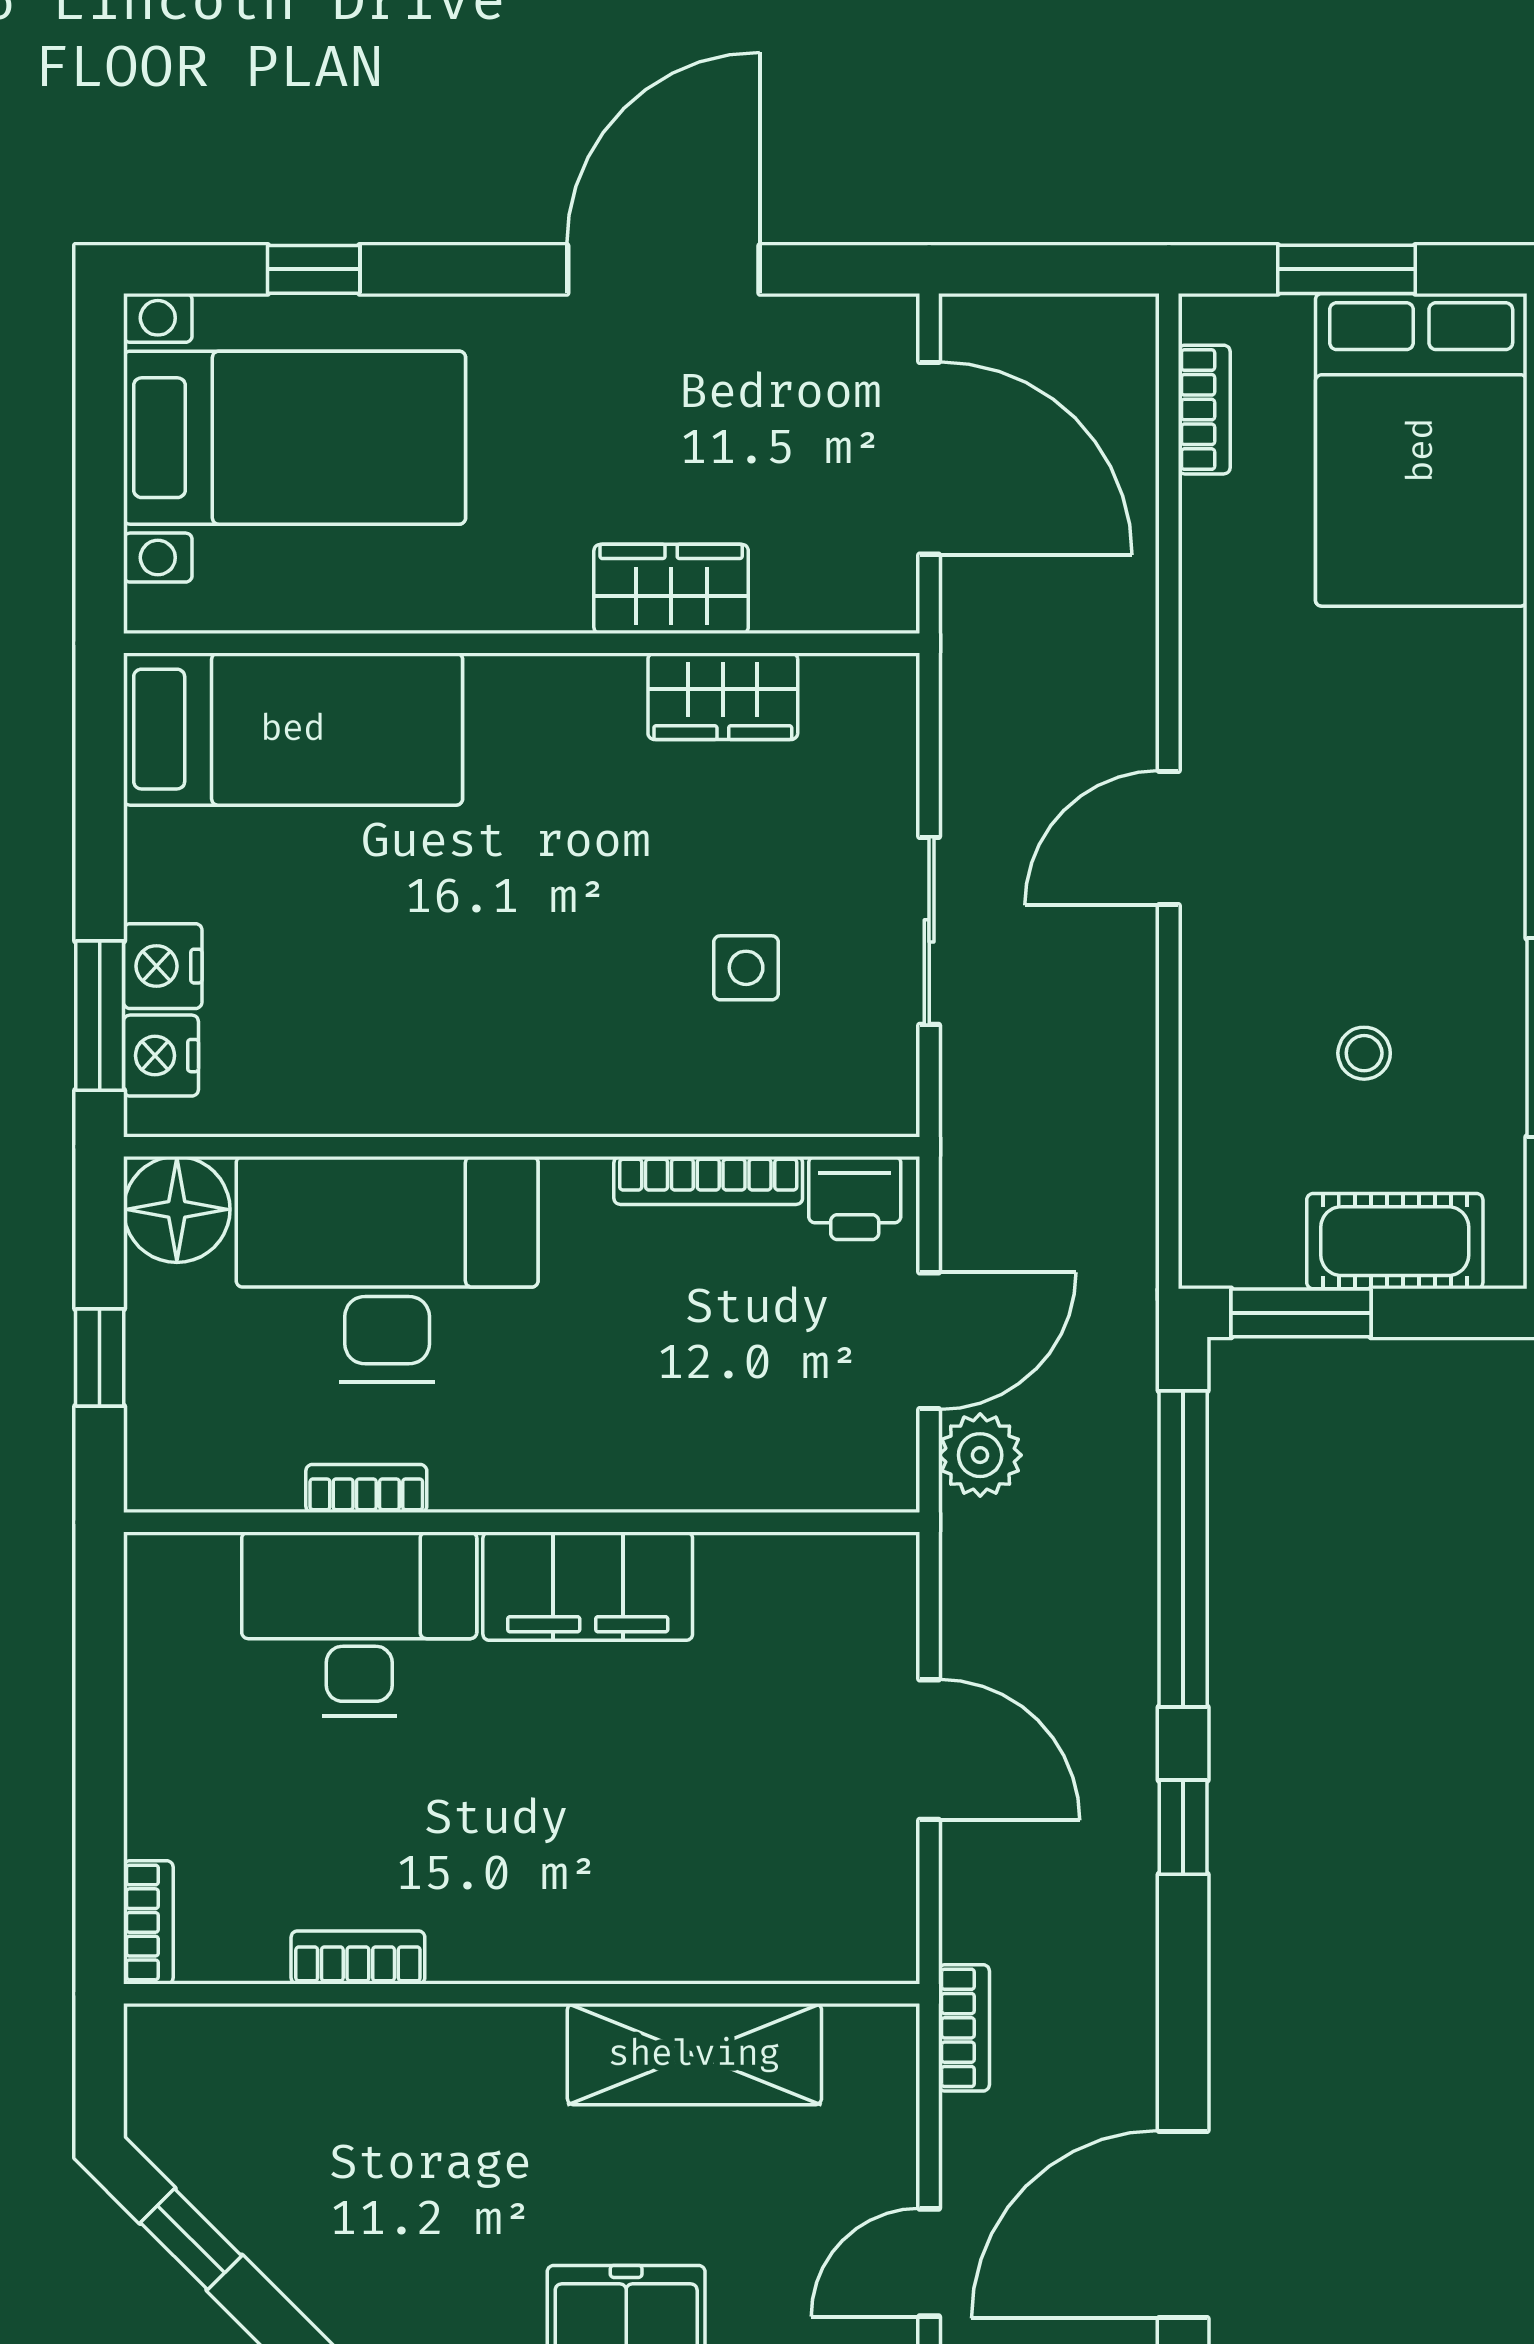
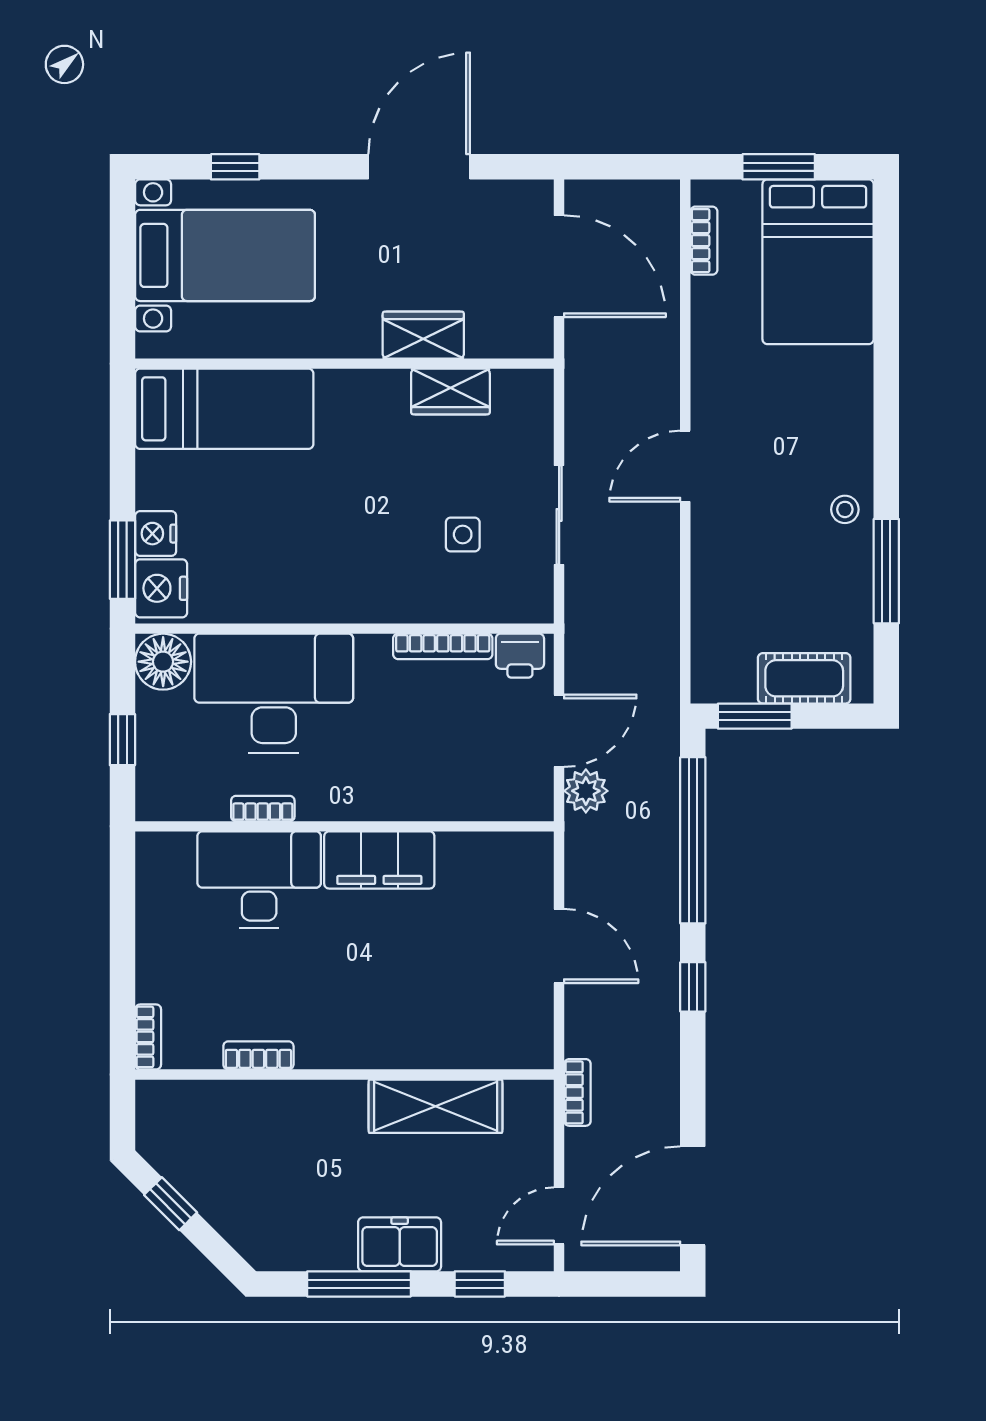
stool: (1364, 1053) -> (845, 509), moved
nightstand: (161, 1056) -> (161, 588), width x1.36, depth x1.33

